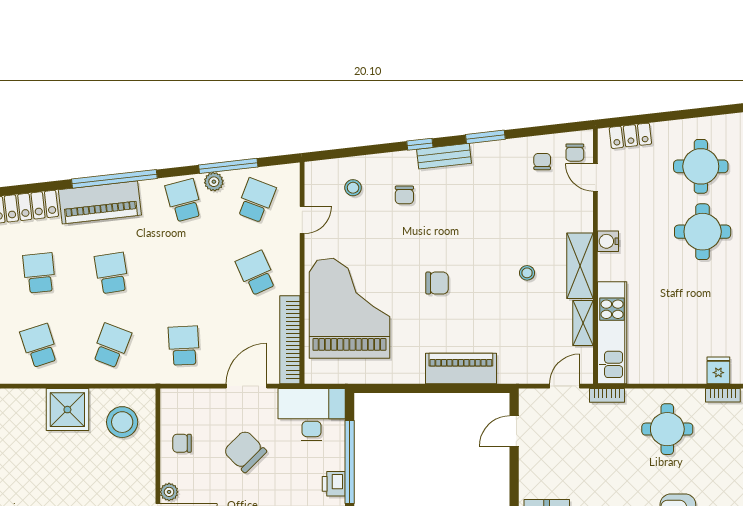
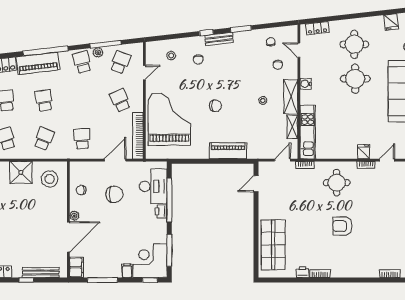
chair: (575, 153) -> (278, 65), moved
desk: (312, 415) -> (153, 186), moved, turned 90
chair: (245, 451) -> (114, 194), turned 135

